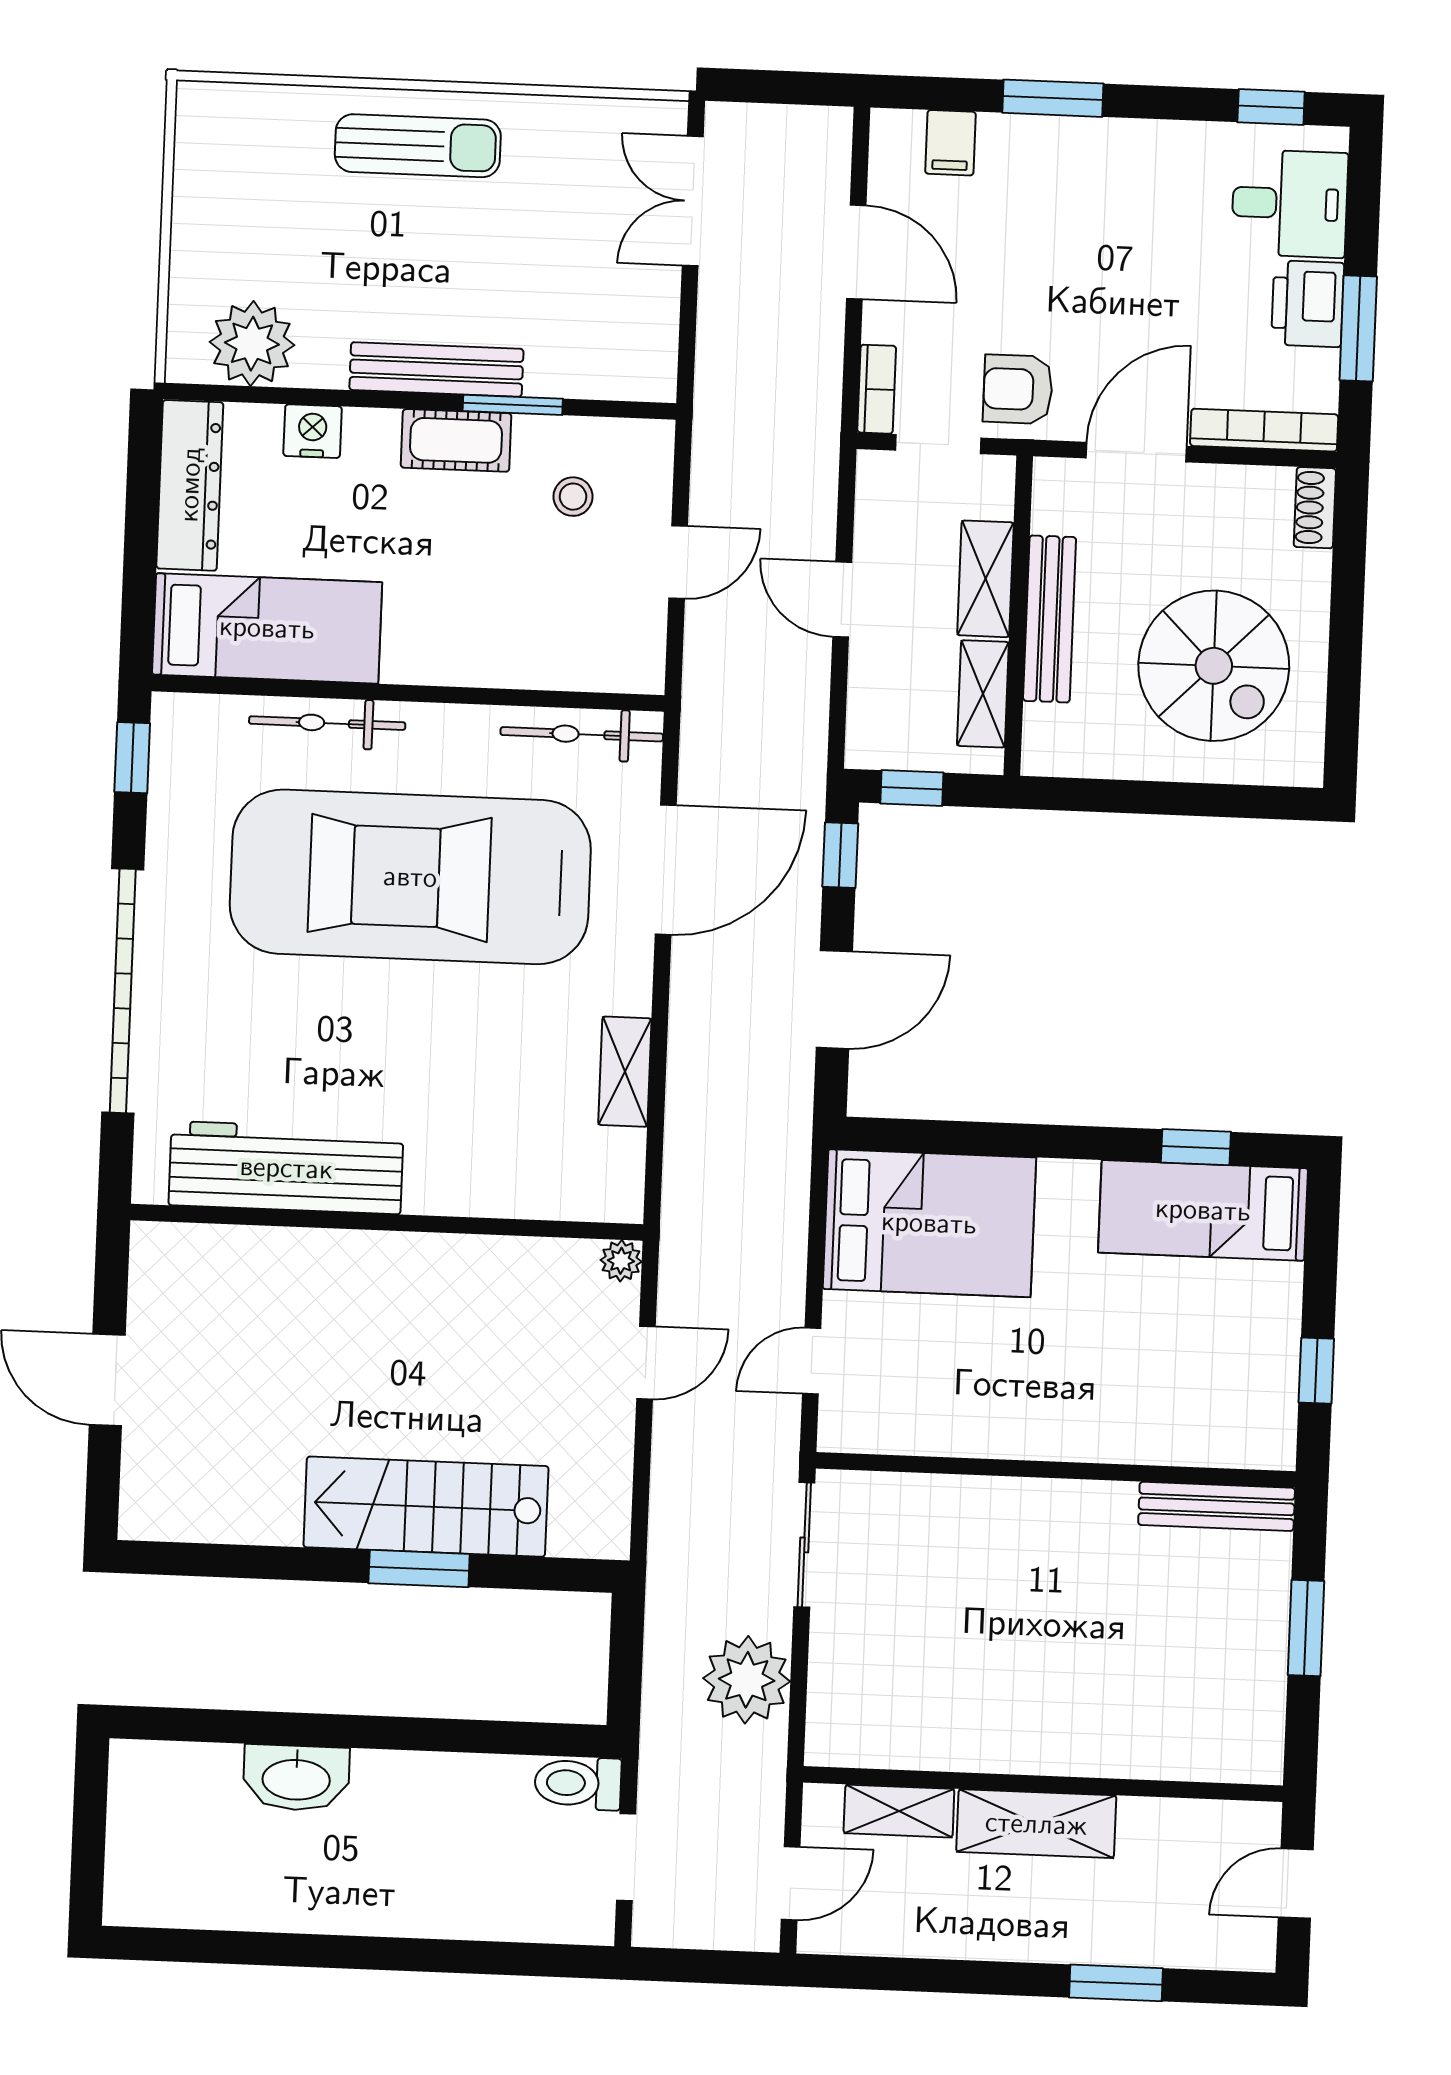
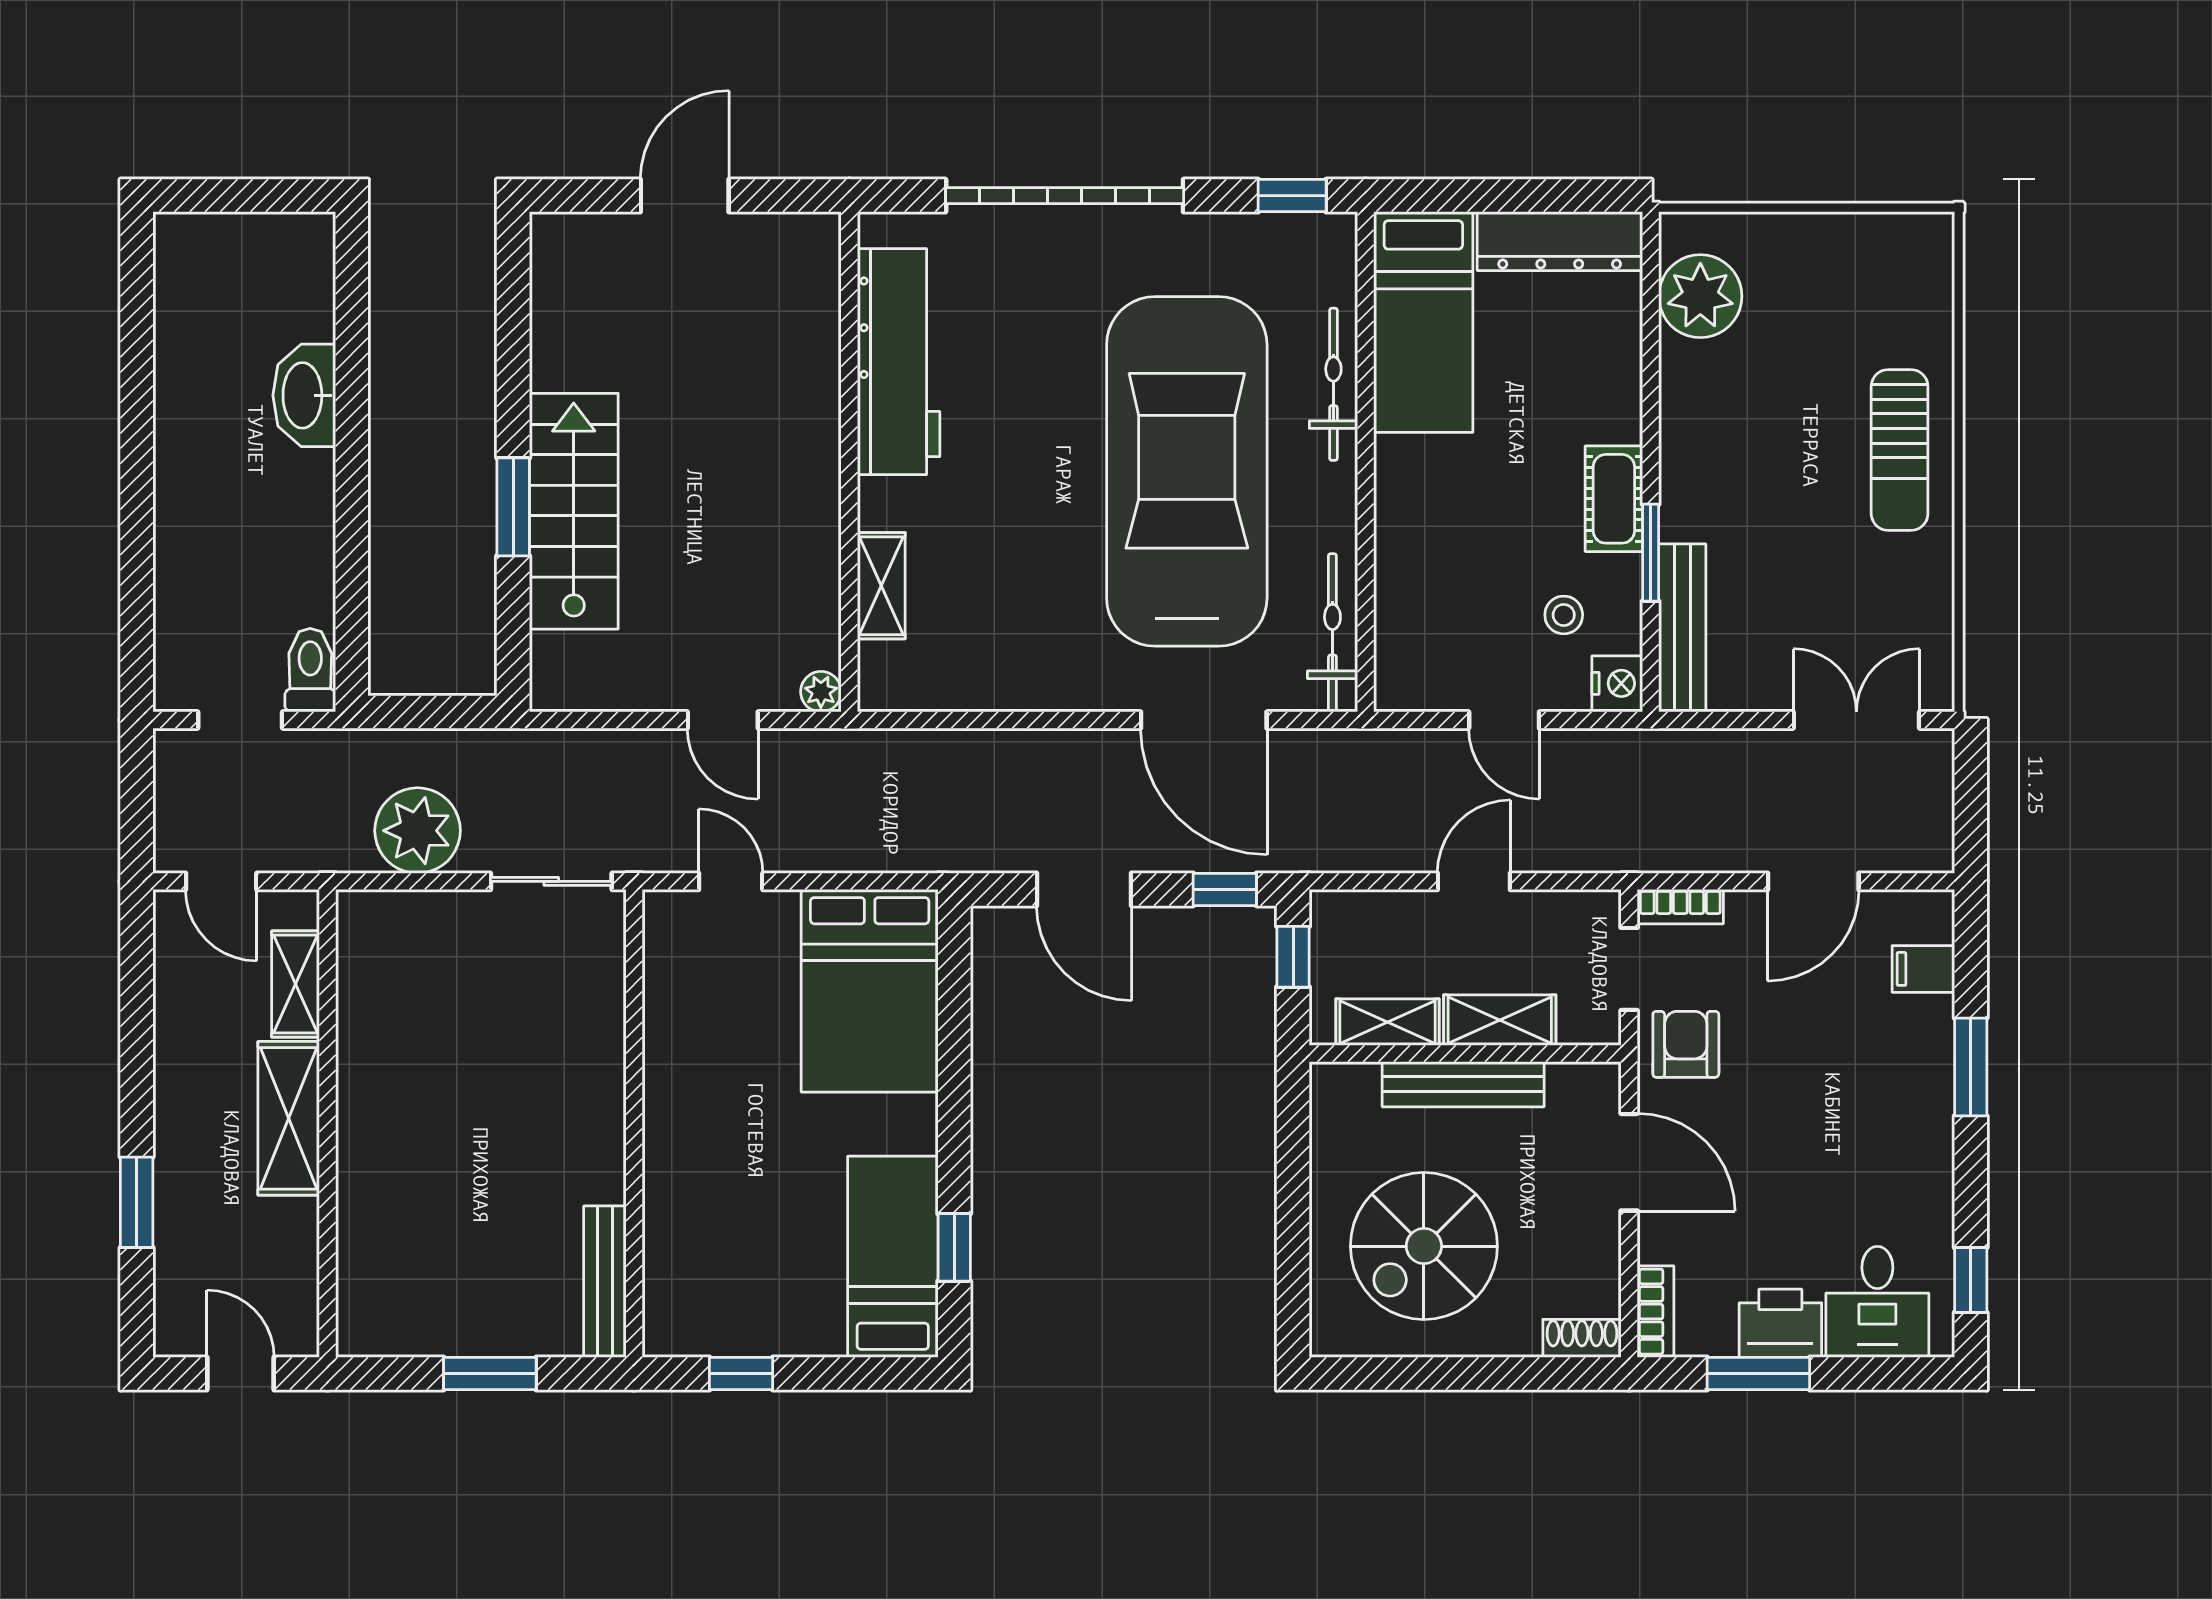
bench: (436, 369) -> (1682, 628), moved
bookcase: (1264, 430) -> (1656, 1312), width x0.64
nightstand: (313, 431) -> (1617, 683), moved
shelving: (625, 1072) -> (881, 586), moved, turned 90

